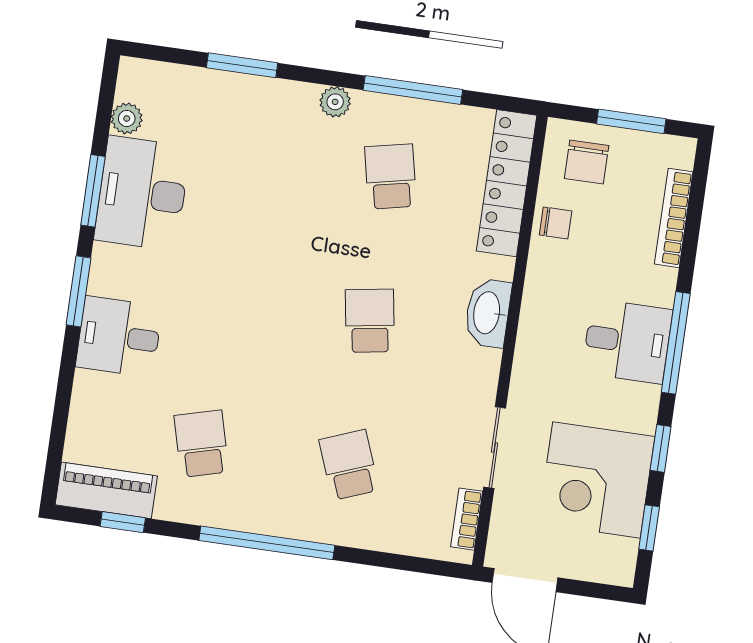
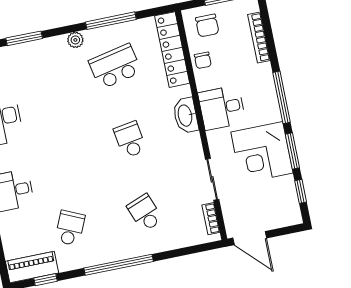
school desk: (391, 176) -> (115, 66), width x1.85
chair: (556, 223) -> (203, 60), turned 90
desk: (627, 341) -> (222, 108), moved, turned 180
school desk: (201, 444) -> (70, 228), turned 39
window: (661, 448) -> (292, 151), width x1.50
corner desk: (596, 480) -> (262, 153), moved

